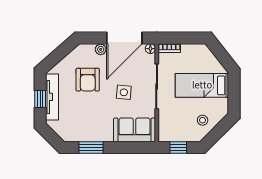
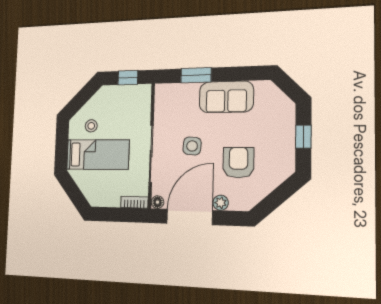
tv unit: (52, 97) -> (287, 140), removed
stool: (203, 120) -> (91, 126), moved
sofa: (135, 130) -> (226, 97), moved
window: (91, 148) -> (196, 75), moved

